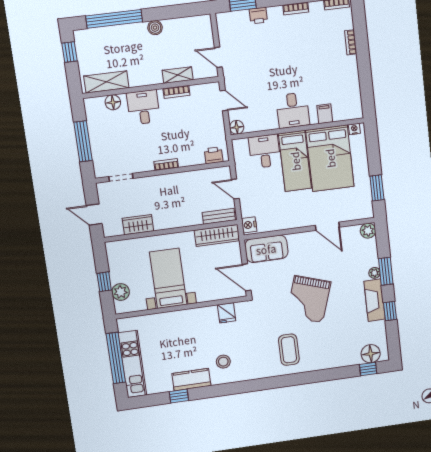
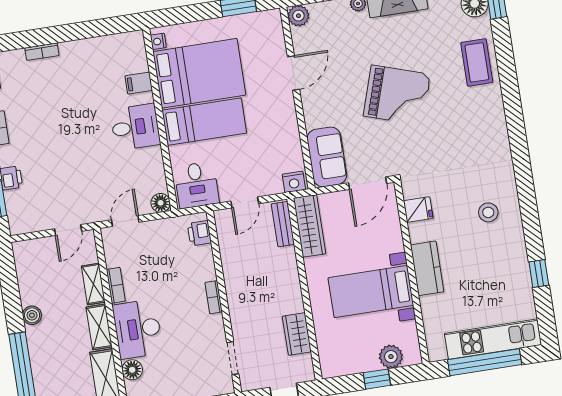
shelving: (145, 78) -> (99, 327), added
desk: (143, 107) -> (138, 329), width x1.37
desk: (265, 151) -> (197, 185), moved, turned -90
coffee table: (289, 350) -> (477, 62), moved, turned 90
kitchen counter: (191, 380) -> (427, 268), moved, turned 180

